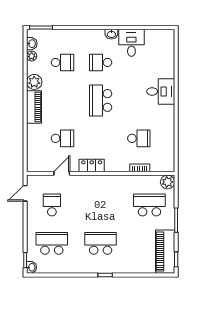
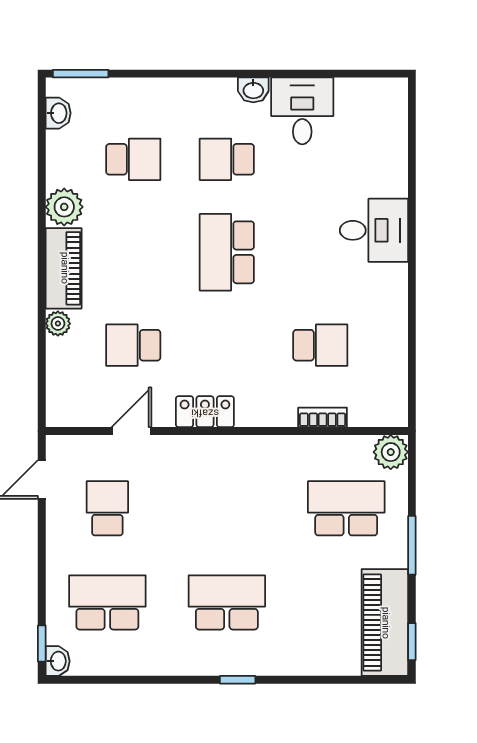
plant: (32, 56) -> (58, 324), moved
school desk: (62, 138) -> (133, 345), turned 180

